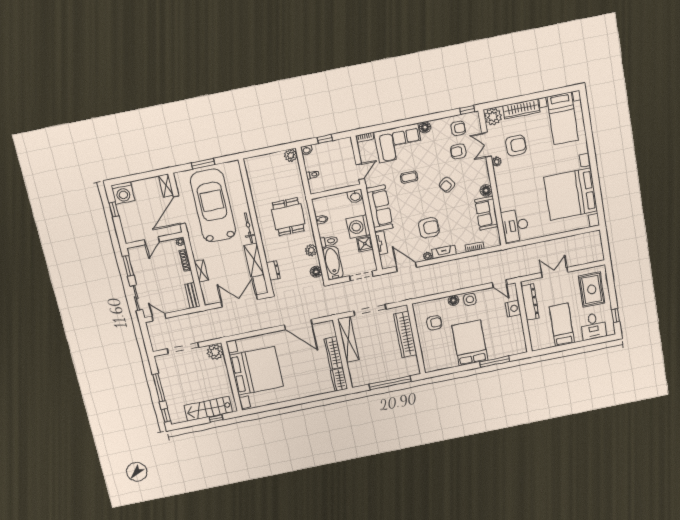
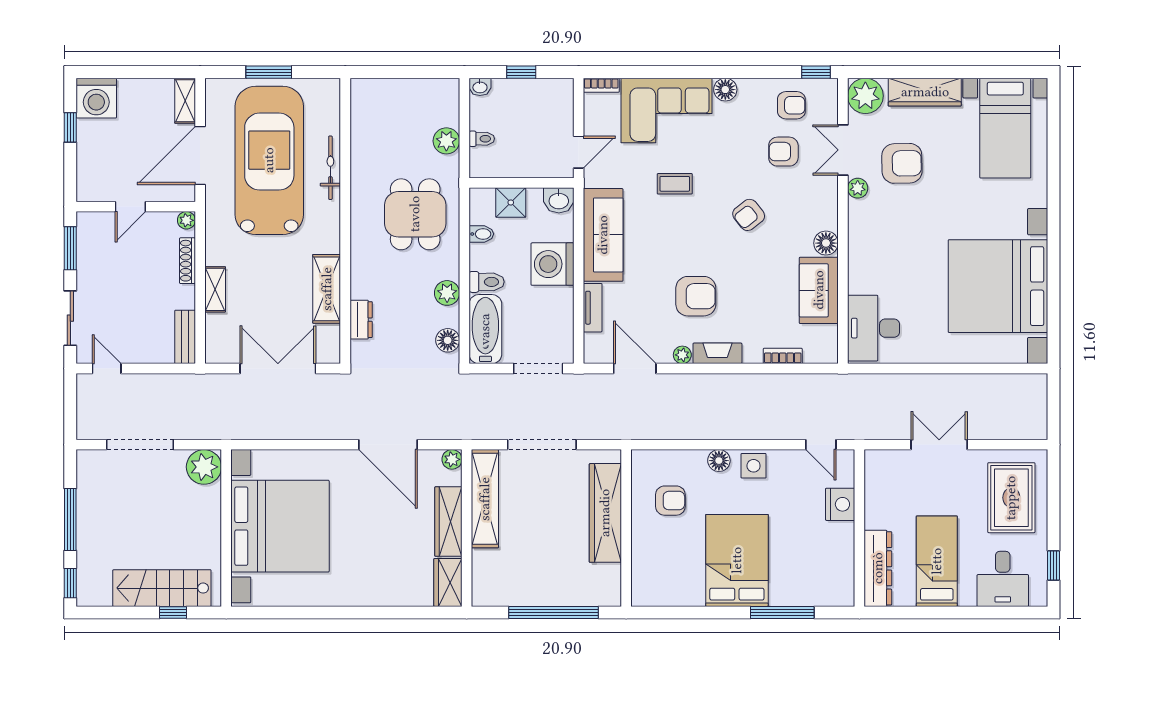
plant: (291, 155) -> (446, 141), moved
bicycle: (249, 228) -> (330, 168), moved
shower: (365, 244) -> (511, 202), moved
dresser: (530, 302) -> (878, 568), moved
plant: (329, 325) -> (452, 459), added

